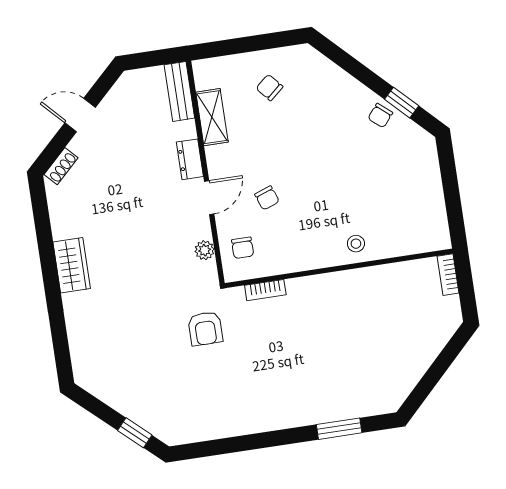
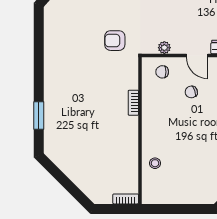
stool: (356, 244) -> (155, 163), moved
bookcase: (265, 290) -> (133, 103), moved

